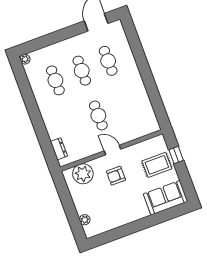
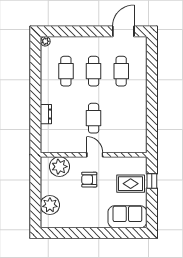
dresser: (59, 149) -> (46, 114), moved
plant: (85, 220) -> (50, 205), width x1.88, depth x1.88

